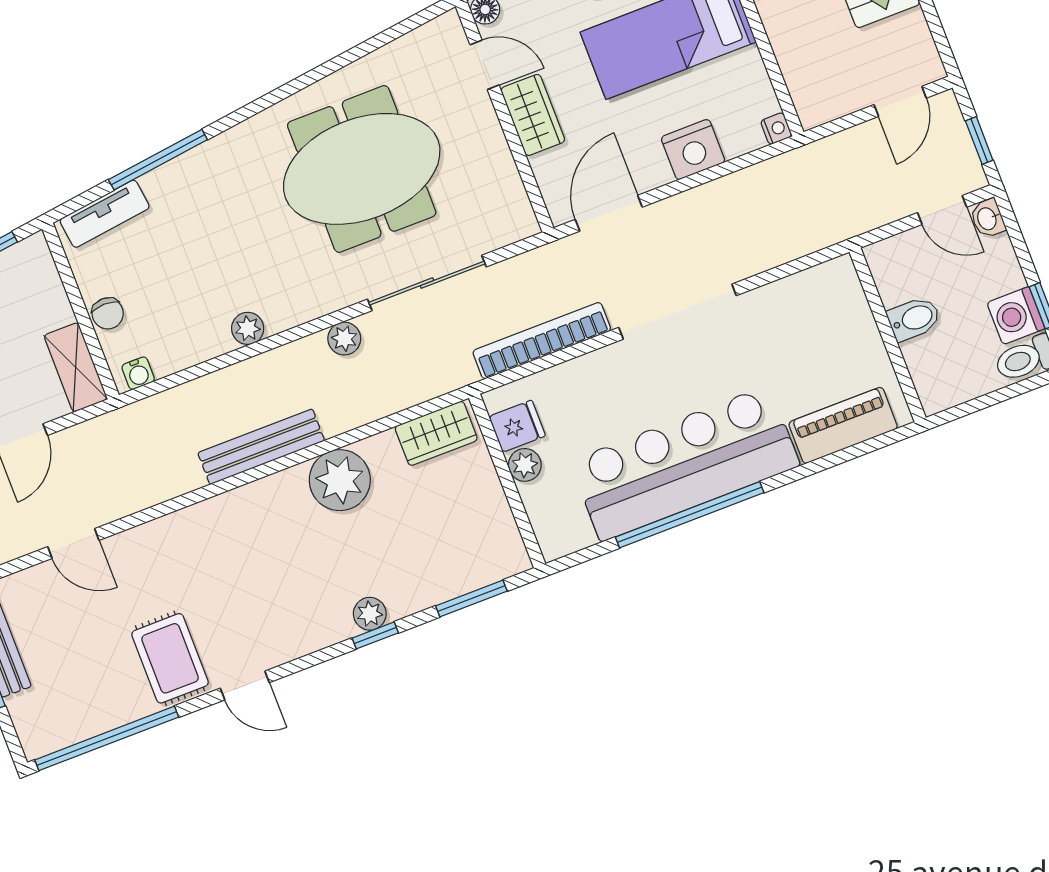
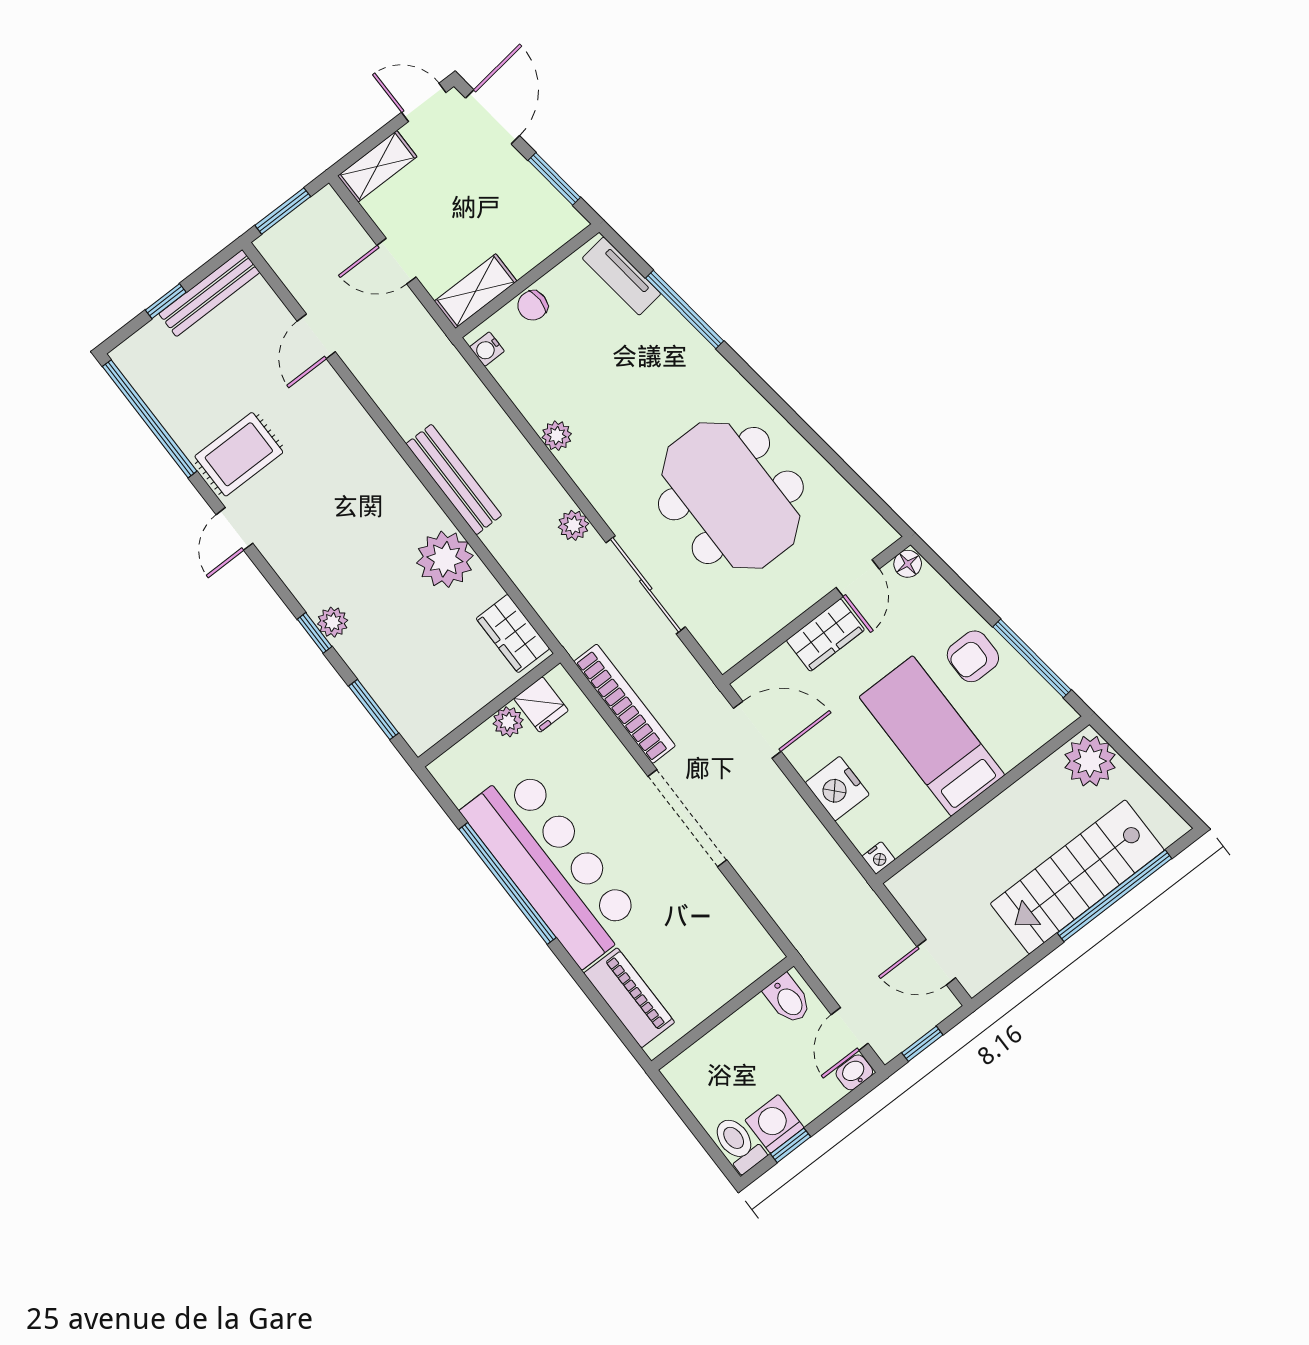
bidet: (914, 319) -> (788, 999), moved

